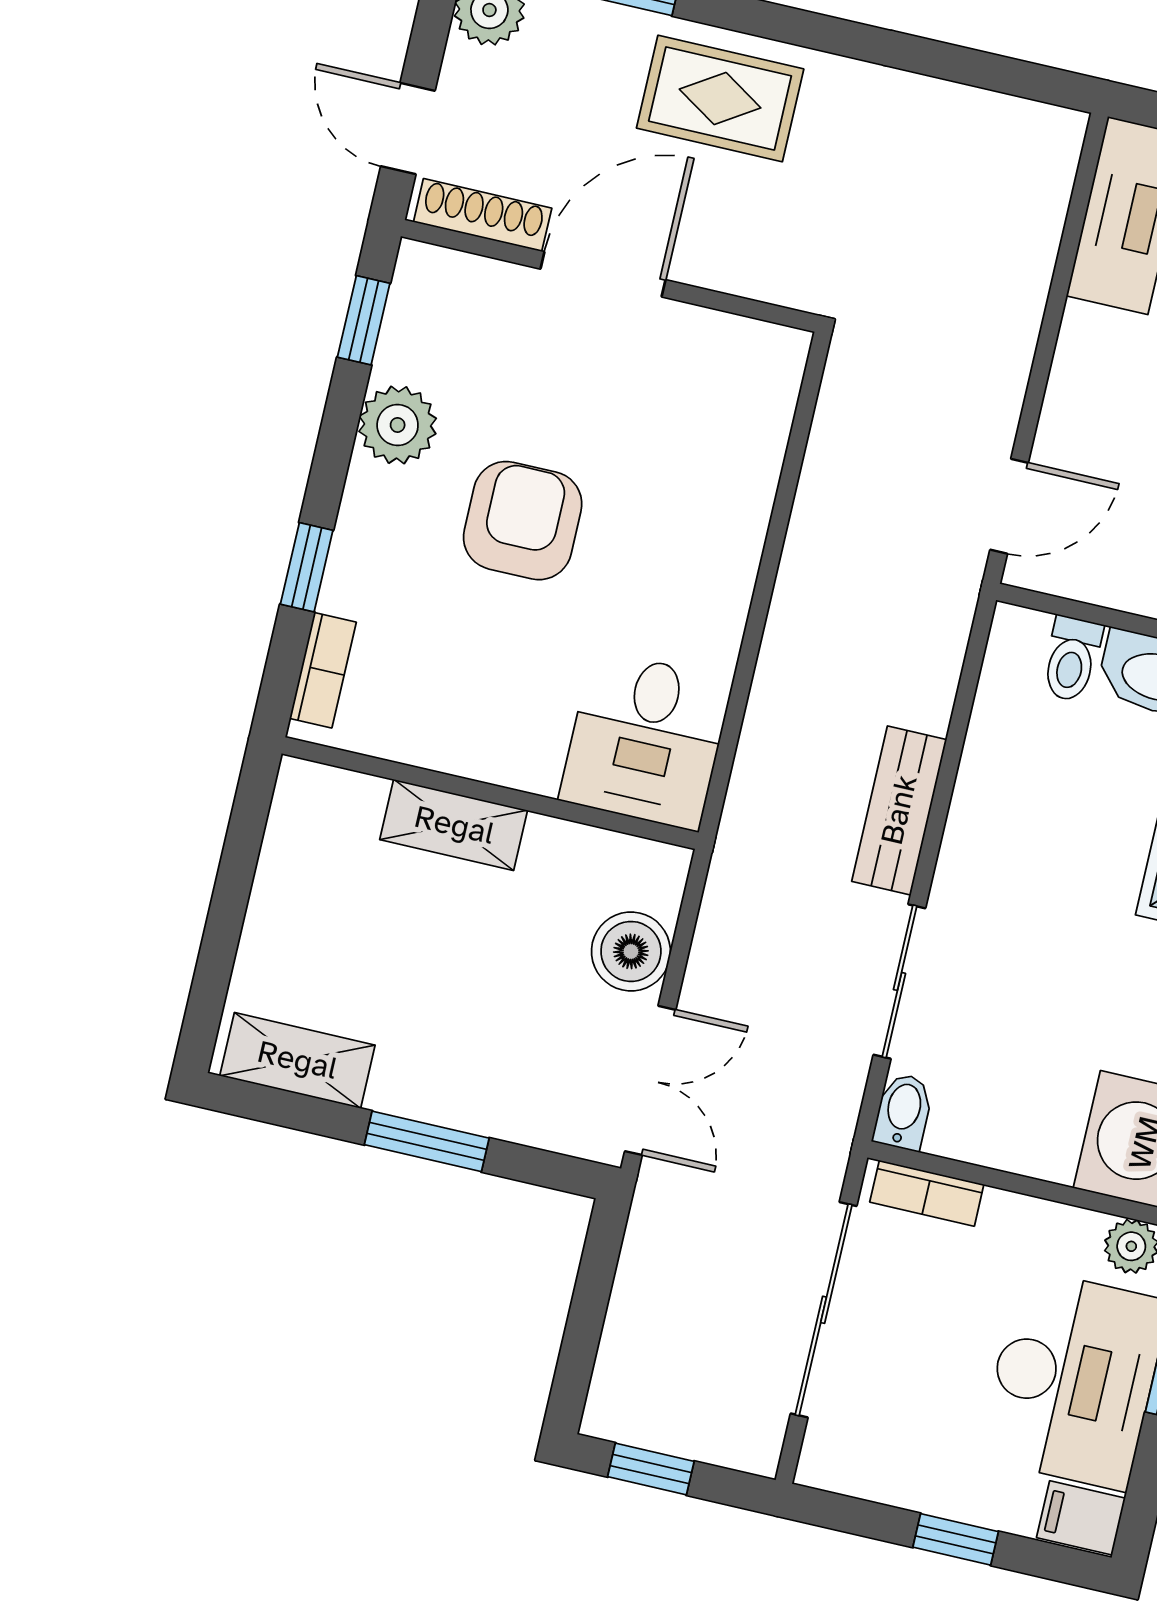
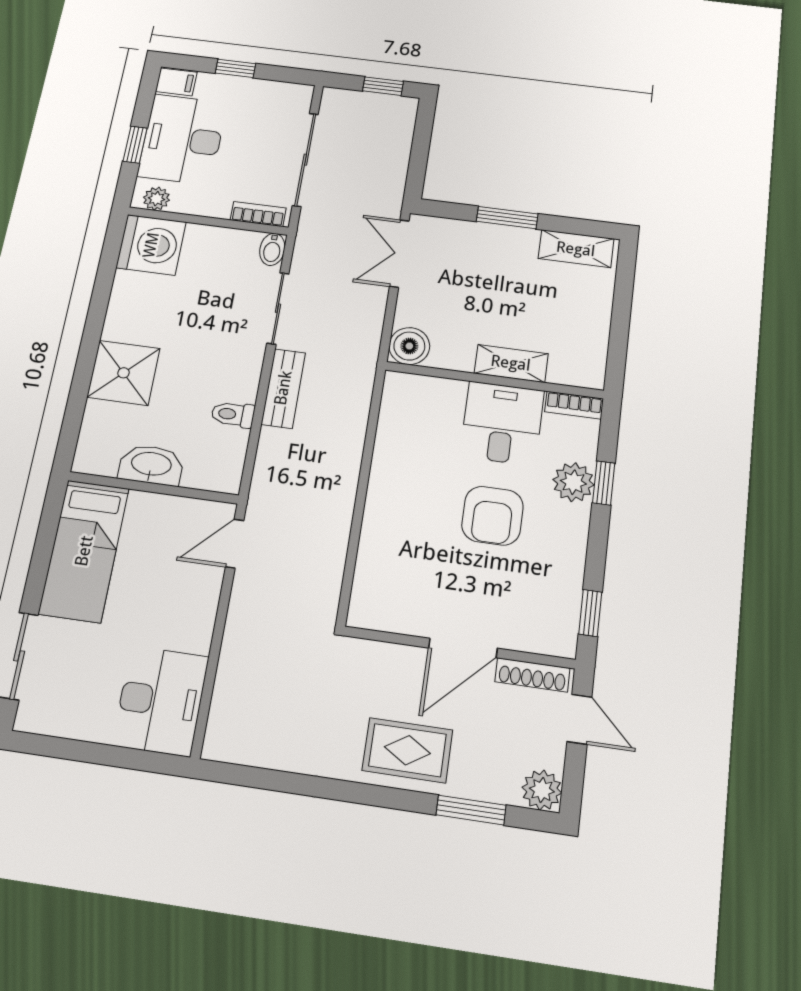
plant: (398, 425) -> (573, 482), moved
toilet: (1072, 659) -> (233, 414), moved, turned -90
bookcase: (323, 670) -> (574, 405), moved, turned -90
desk: (646, 740) -> (502, 423), moved
boiler: (631, 951) -> (409, 346), moved

